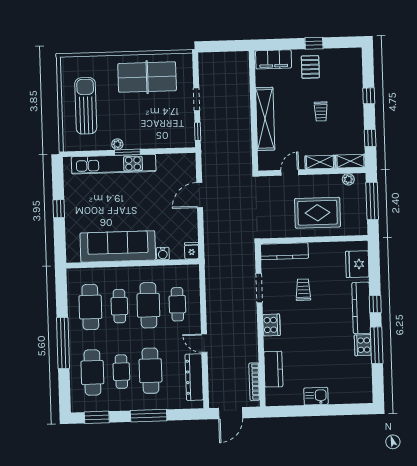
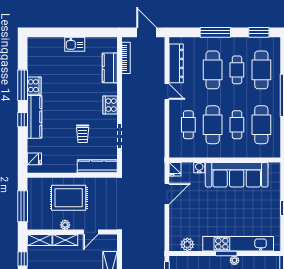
plant: (174, 161) -> (187, 244), added
plant: (348, 179) -> (65, 225), moved
door: (200, 195) -> (167, 194), moved
fridge: (357, 264) -> (34, 159), width x0.53, depth x0.75
door: (231, 413) -> (147, 32), hinge flipped

